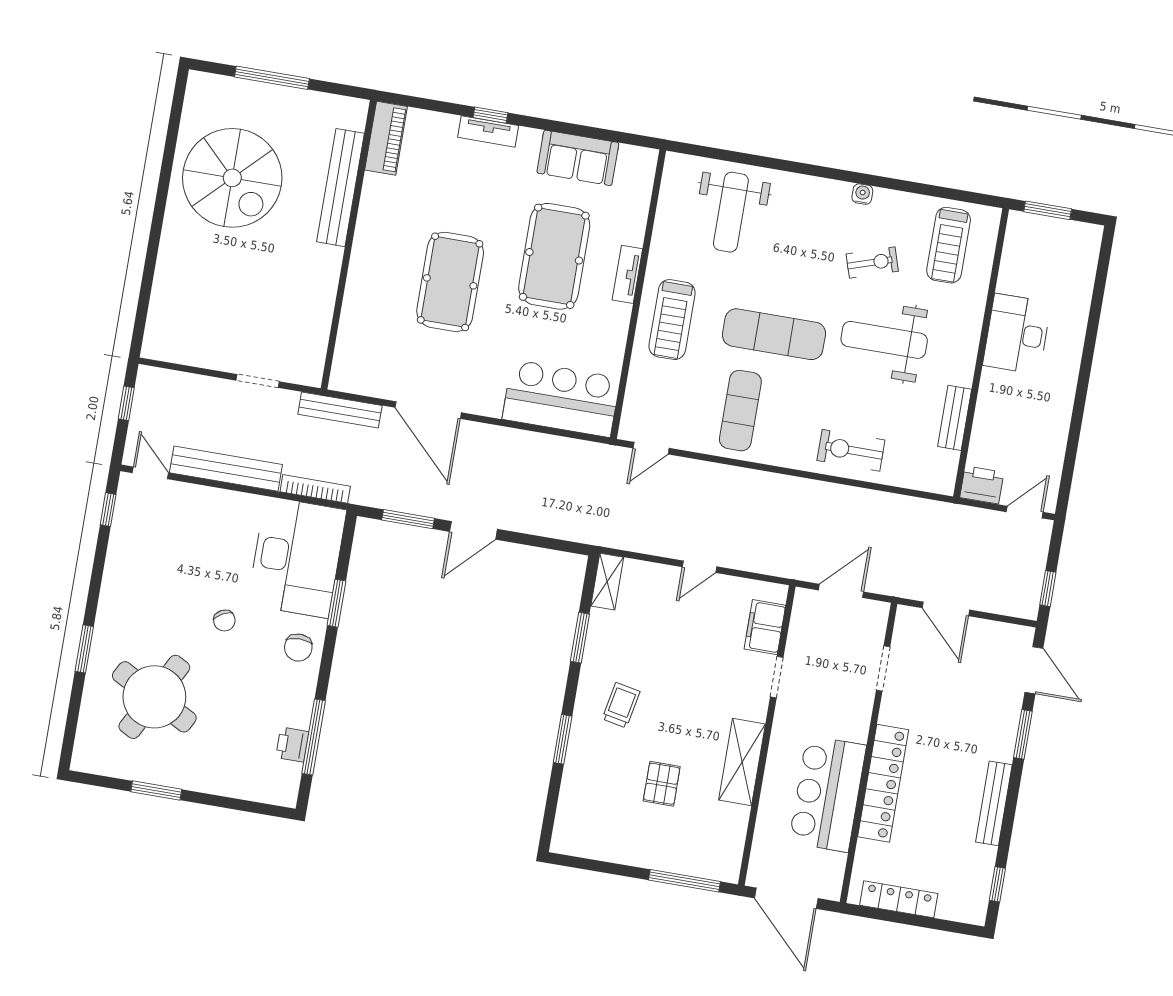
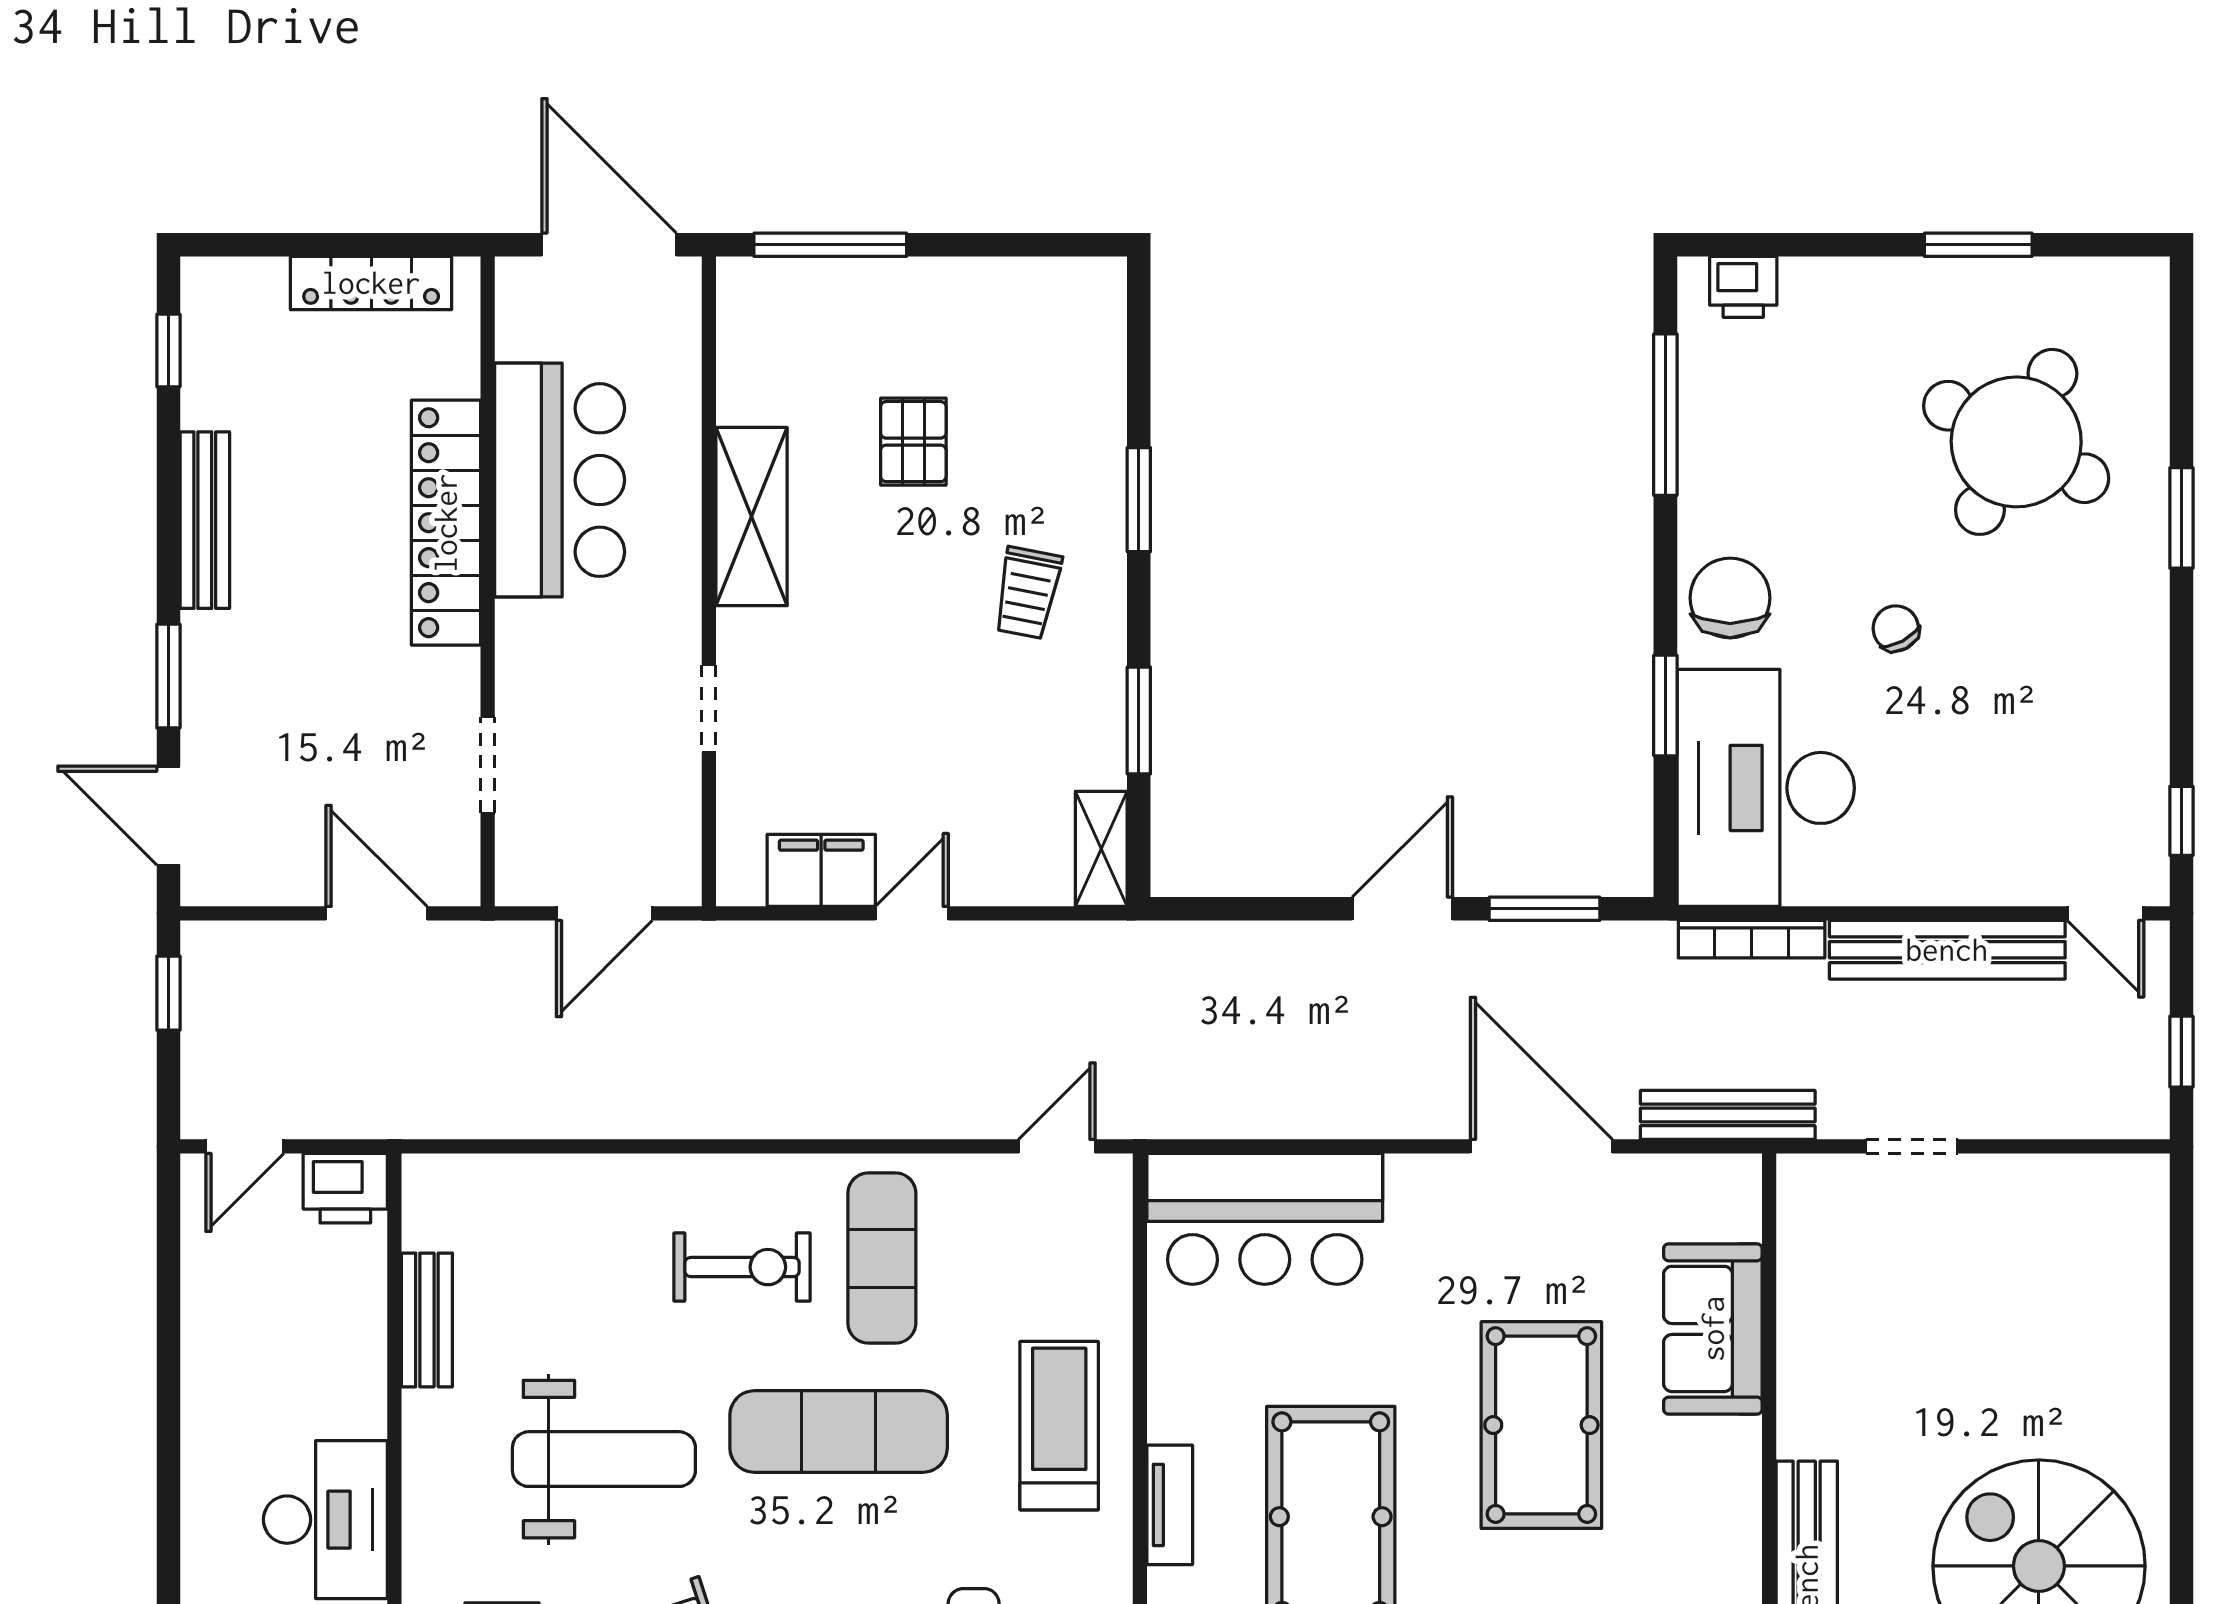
sofa: (364, 313) -> (1713, 1329), added
exercise bike: (851, 450) -> (742, 1267), moved
filing cabinet: (765, 627) -> (821, 870), moved, turned -90
chair: (298, 648) -> (1730, 598), width x1.37, depth x1.37
printer: (292, 745) -> (1743, 287), moved, turned 90

